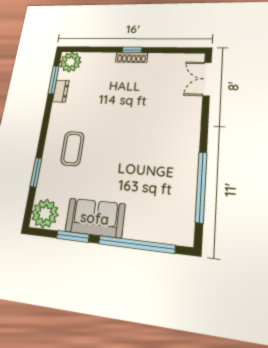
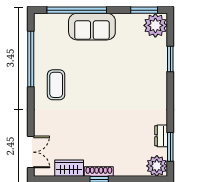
wardrobe: (164, 61) -> (69, 168), added
coffee table: (72, 149) -> (56, 85), moved
sofa: (95, 218) -> (92, 27), moved
window: (73, 236) -> (144, 10), moved

